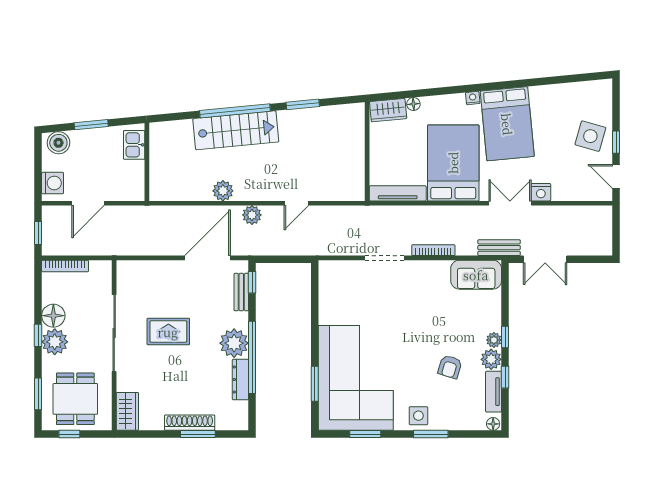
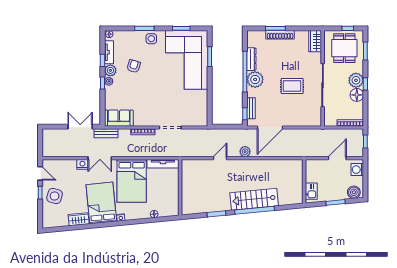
wardrobe: (388, 110) -> (79, 219), moved
plant: (223, 191) -> (261, 165), removed

